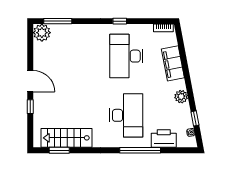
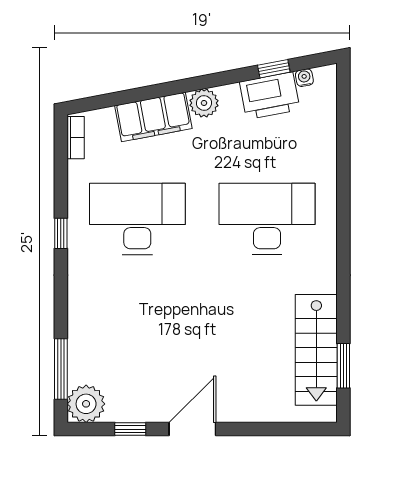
desk: (126, 56) -> (137, 219), turned 180
plant: (181, 97) -> (204, 103), moved
window: (30, 107) -> (130, 429), moved
printer: (164, 138) -> (270, 96), moved, turned -101
window: (140, 150) -> (343, 189), removed

